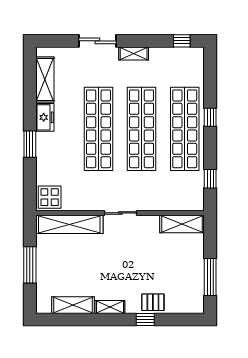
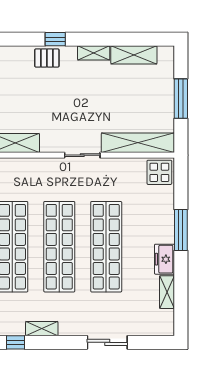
shelving: (134, 54) -> (42, 329), moved
shelving: (45, 80) -> (167, 292), width x0.67, depth x0.75
window: (30, 144) -> (181, 230), width x1.44

